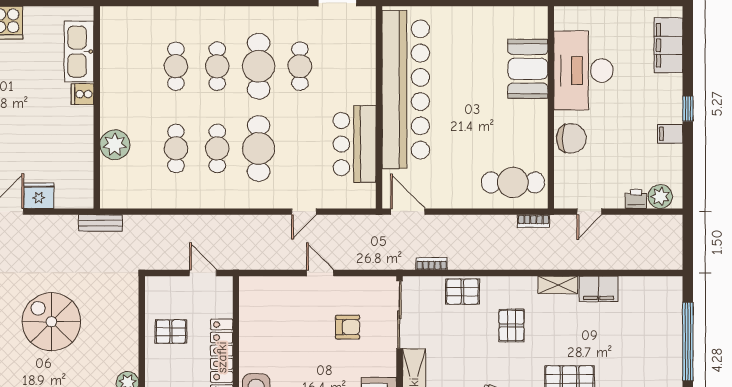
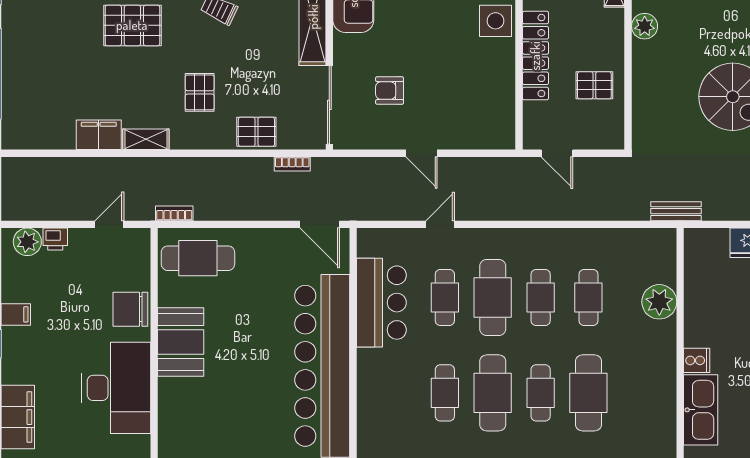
cafe table: (176, 66) -> (588, 393), width x1.37, depth x1.35
booth: (528, 69) -> (181, 342), moved
cafe table: (300, 148) -> (445, 298), added

